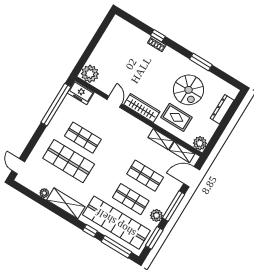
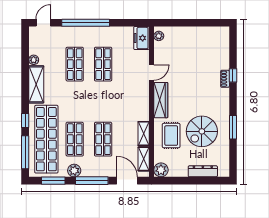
plant: (90, 74) -> (159, 36), width x0.53, depth x0.53
window: (56, 105) -> (86, 23), moved
shop shelf: (69, 161) -> (75, 64), width x0.70, depth x0.74

